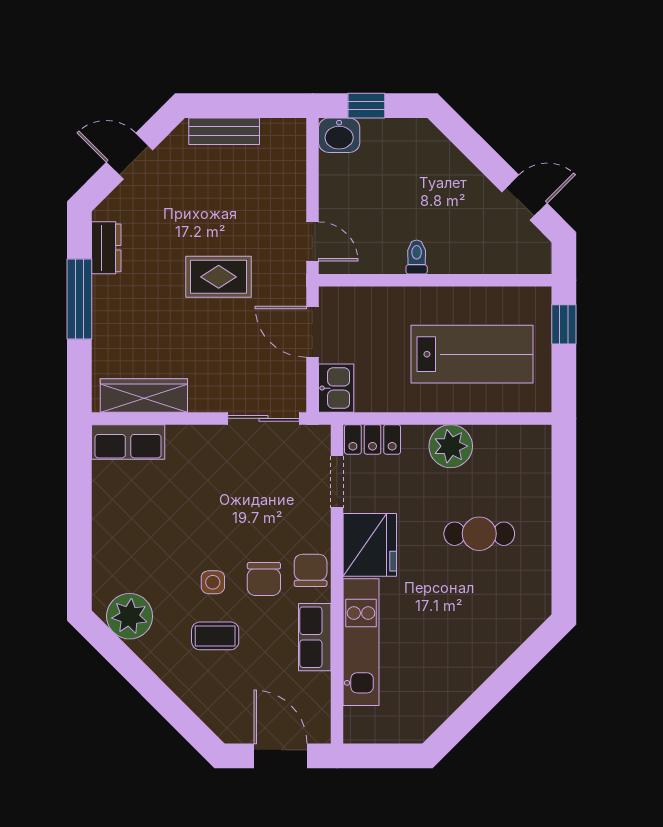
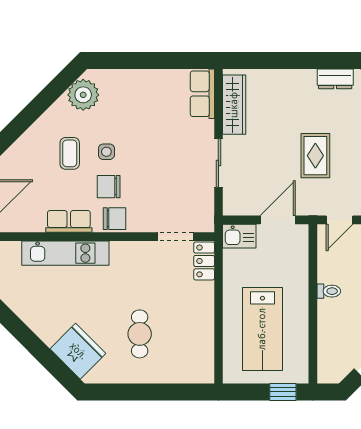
window: (79, 299) -> (300, 60), removed
sliding door: (264, 418) -> (218, 163), moved
plant: (451, 446) -> (199, 314), removed
fridge: (370, 545) -> (78, 351), moved, turned -135

